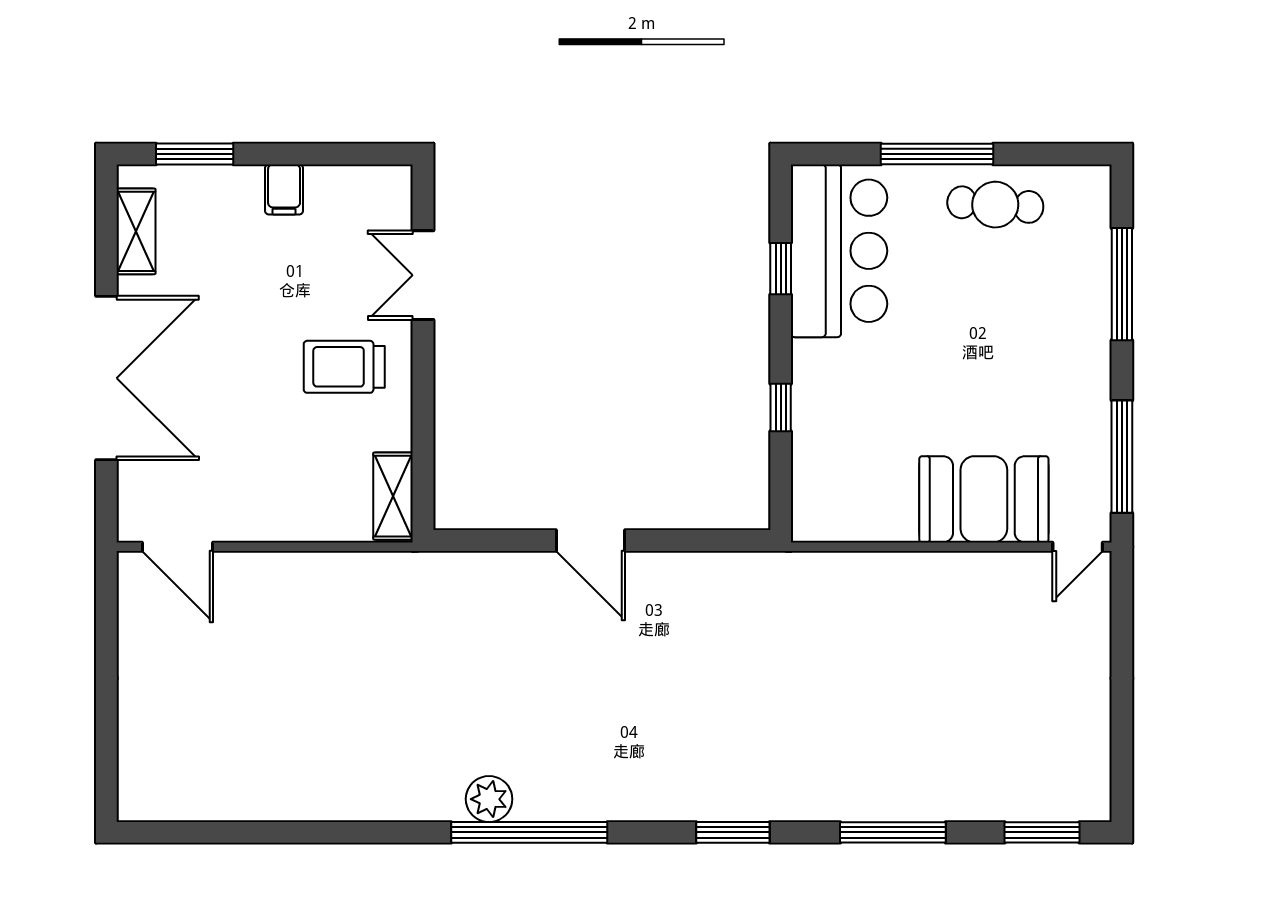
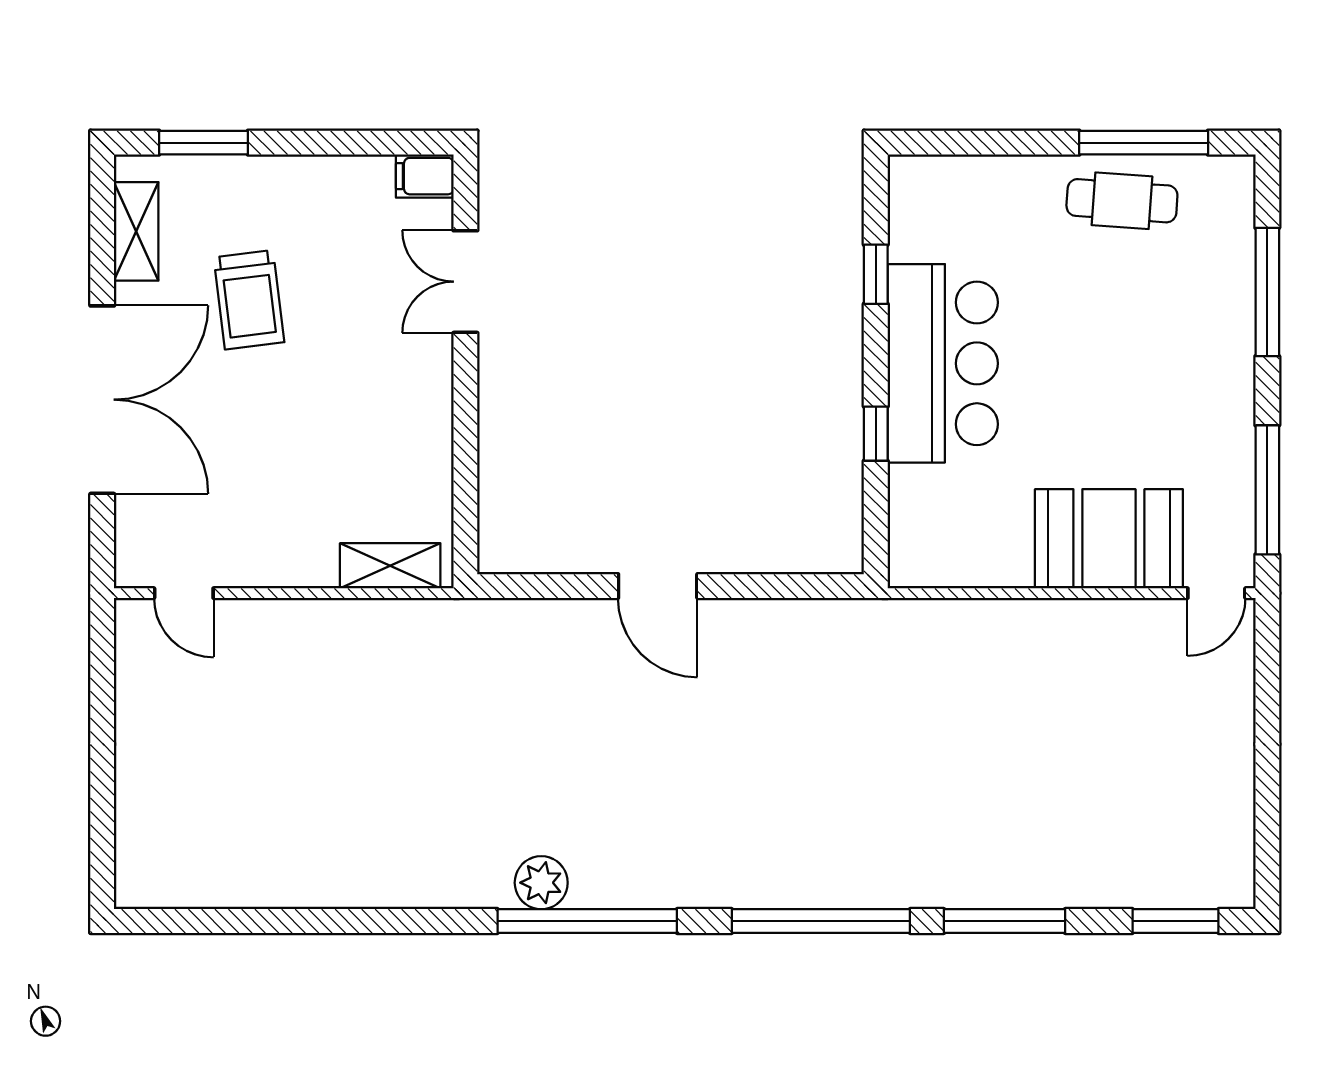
window: (937, 154) -> (1144, 143), moved
filing cabinet: (284, 189) -> (425, 176), moved, turned 90
bar counter: (839, 251) -> (943, 363), moved
trolley: (344, 367) -> (249, 300), moved, turned -97
shelving: (393, 496) -> (390, 566), moved, turned 90
door: (178, 547) -> (184, 593), width x0.73
window: (733, 832) -> (821, 921), width x2.11

